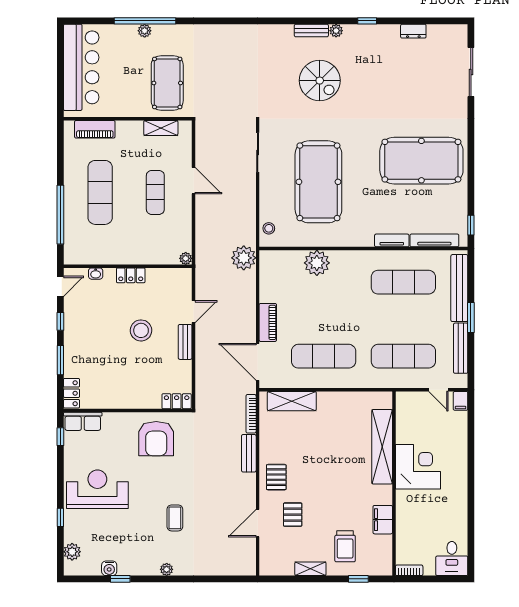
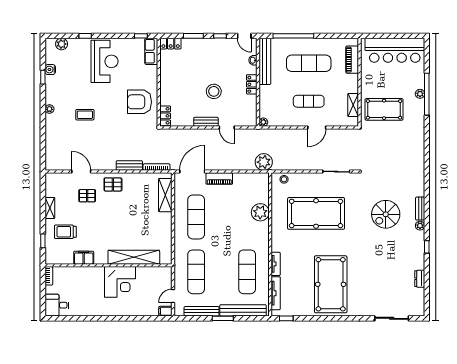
bench: (97, 256) -> (265, 61), added

